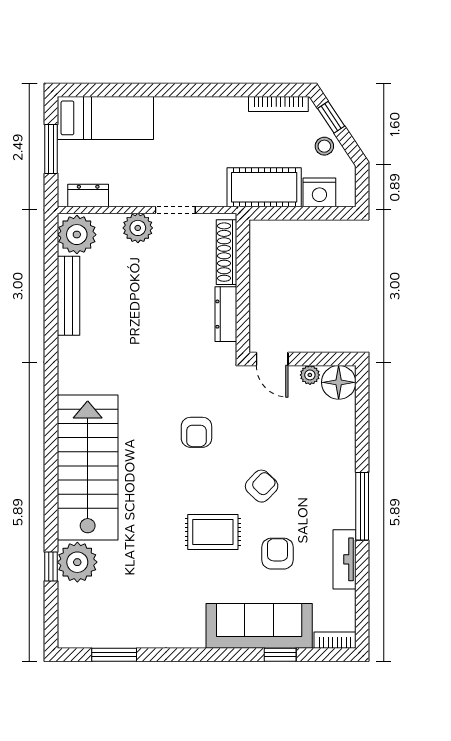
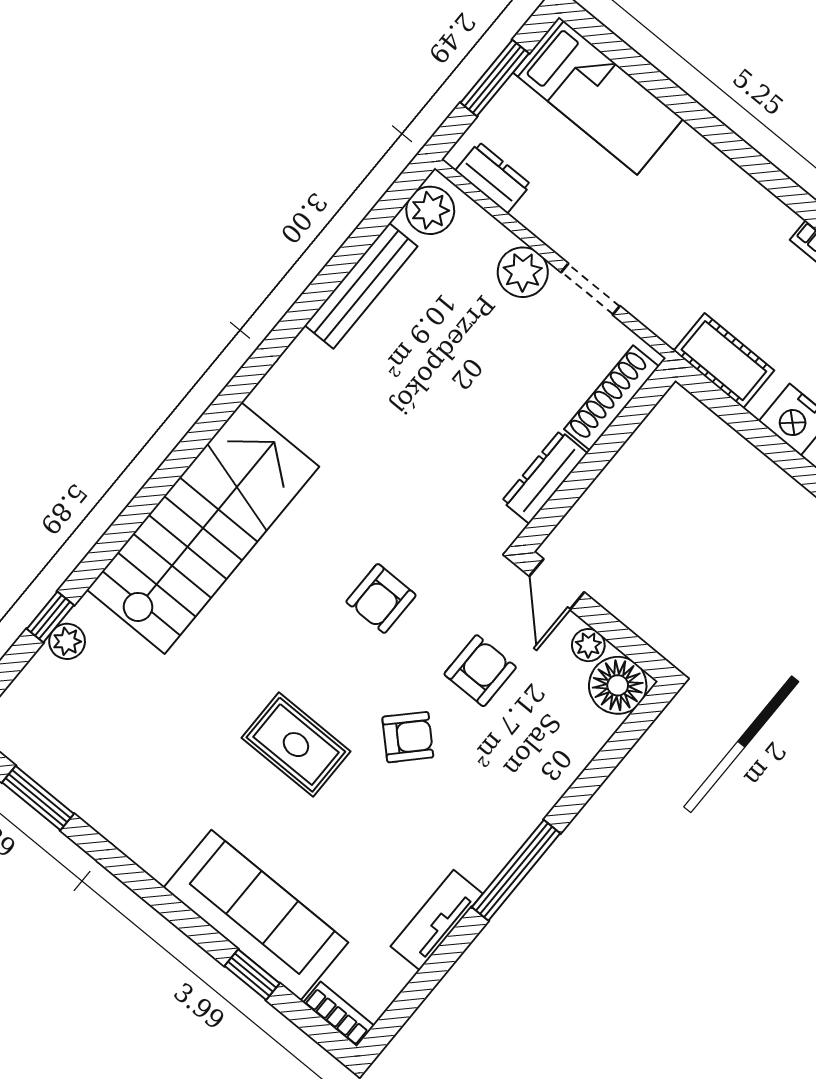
cot: (264, 187) -> (724, 361), width x0.73, depth x0.75
plant: (77, 235) -> (430, 210), width x0.73, depth x0.73
armchair: (278, 554) -> (480, 671), moved
plant: (77, 562) -> (67, 641), width x0.53, depth x0.53

